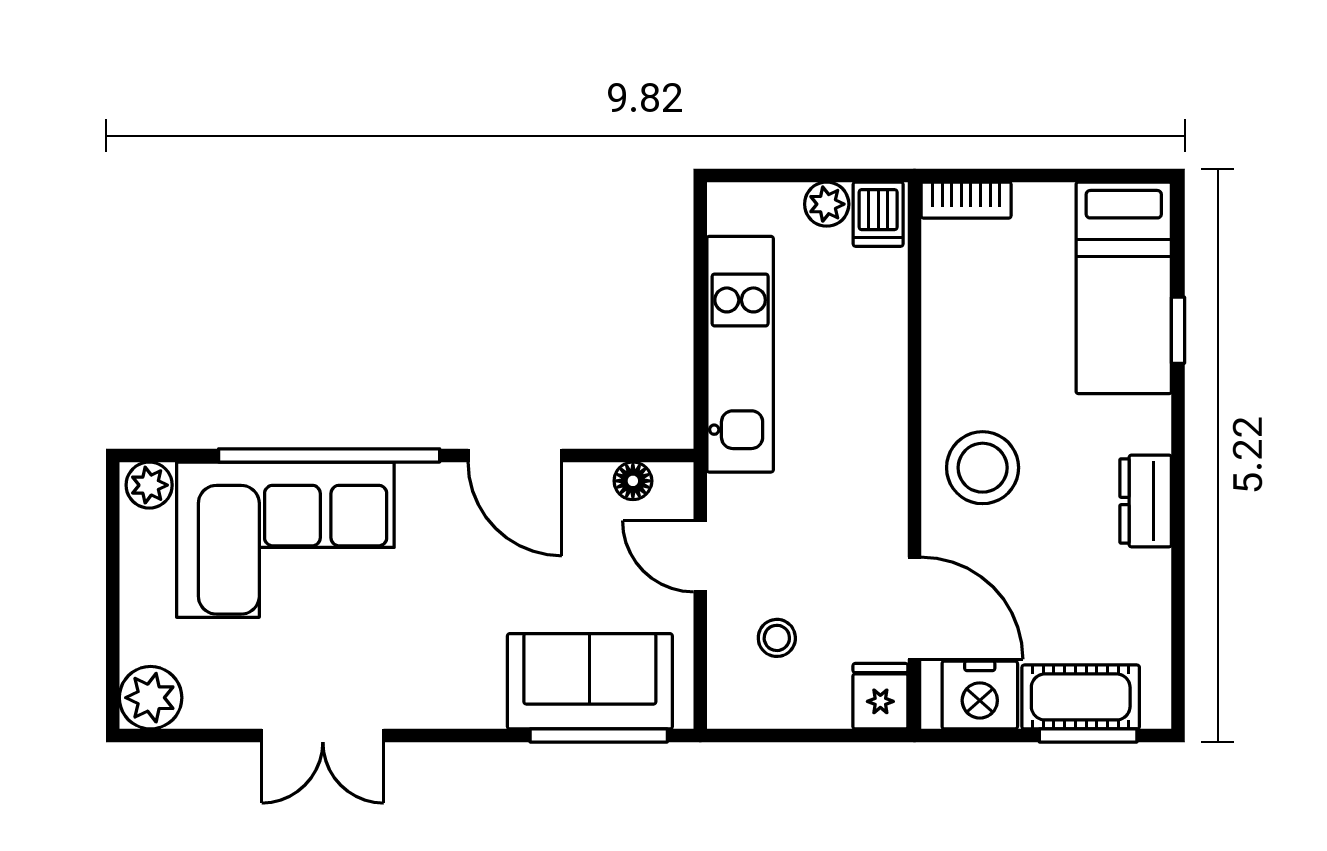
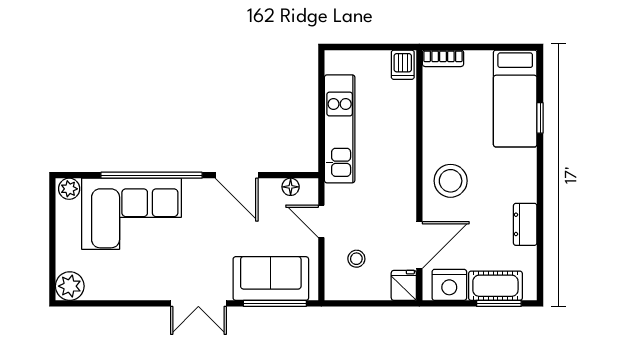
plant: (827, 204) -> (379, 60), removed
dresser: (1146, 501) -> (525, 224), moved
door: (914, 608) -> (419, 245), hinge flipped
double door: (323, 735) -> (198, 303), moved

